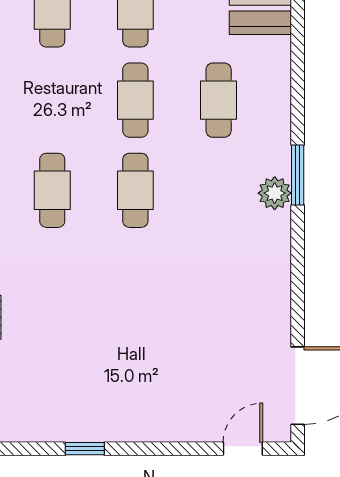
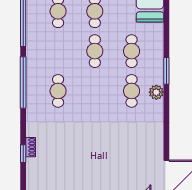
window: (298, 175) -> (166, 71), moved
cafe table: (135, 190) -> (132, 91), moved

